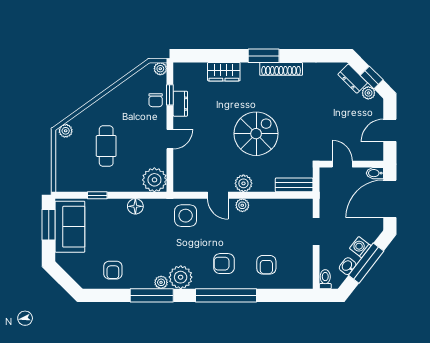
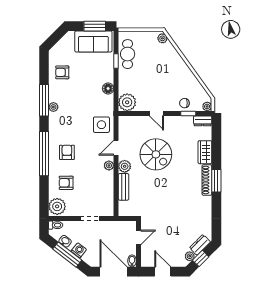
shoe rack: (281, 69) -> (207, 180), moved
dresser: (180, 104) -> (203, 121), moved
spiral stairs: (256, 134) -> (156, 154), moved
cafe table: (106, 146) -> (128, 54), moved, turned 90
bench: (294, 185) -> (124, 187), moved
plant: (181, 277) -> (57, 206), moved

